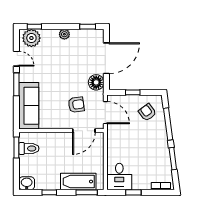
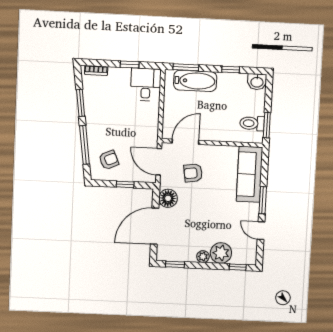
plant: (31, 38) -> (221, 253), moved
armchair: (147, 112) -> (109, 160), turned -78

